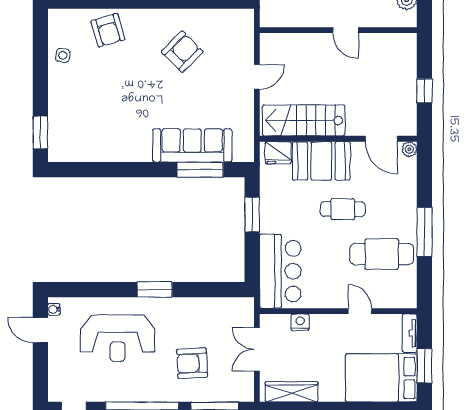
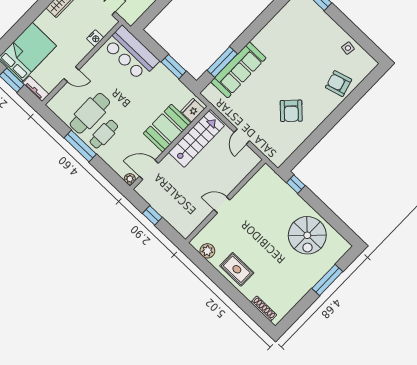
cafe table: (343, 209) -> (104, 134), moved

